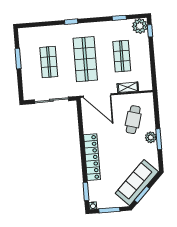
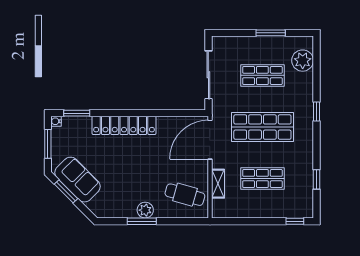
plant: (140, 26) -> (303, 61), moved
cafe table: (133, 120) -> (185, 195), moved
sofa: (137, 183) -> (77, 180), width x0.73

